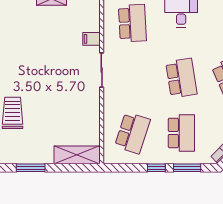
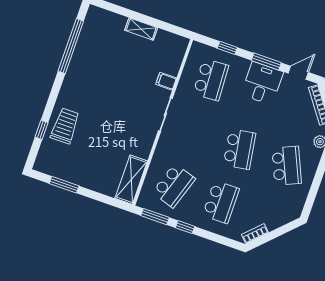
shelving: (77, 155) -> (131, 180), moved, turned 90
window: (187, 168) -> (155, 217), moved

